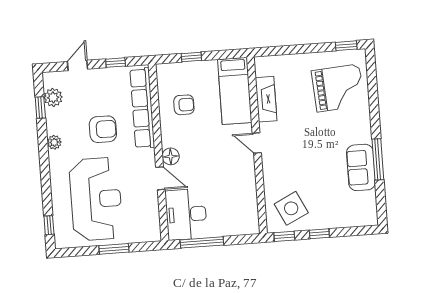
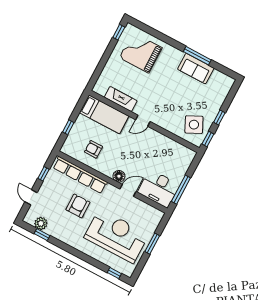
grand piano: (338, 88) -> (141, 53), turned -86
armchair: (184, 105) -> (94, 149), turned -90
plant: (54, 142) -> (68, 239), removed

